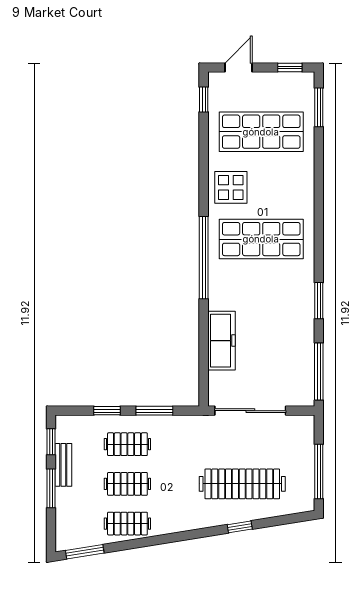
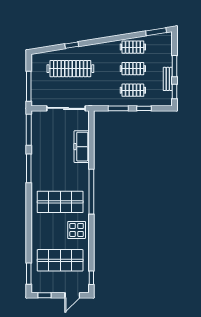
window: (319, 301) -> (29, 168), width x1.44
window: (319, 471) -> (29, 86), moved

